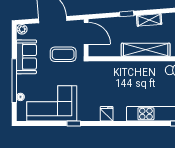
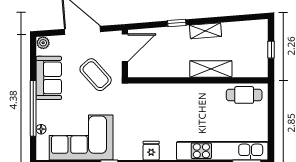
door: (86, 33) -> (125, 48), hinge flipped
shelving: (146, 50) -> (211, 69), width x0.68
coffee table: (63, 54) -> (96, 75), turned 48

